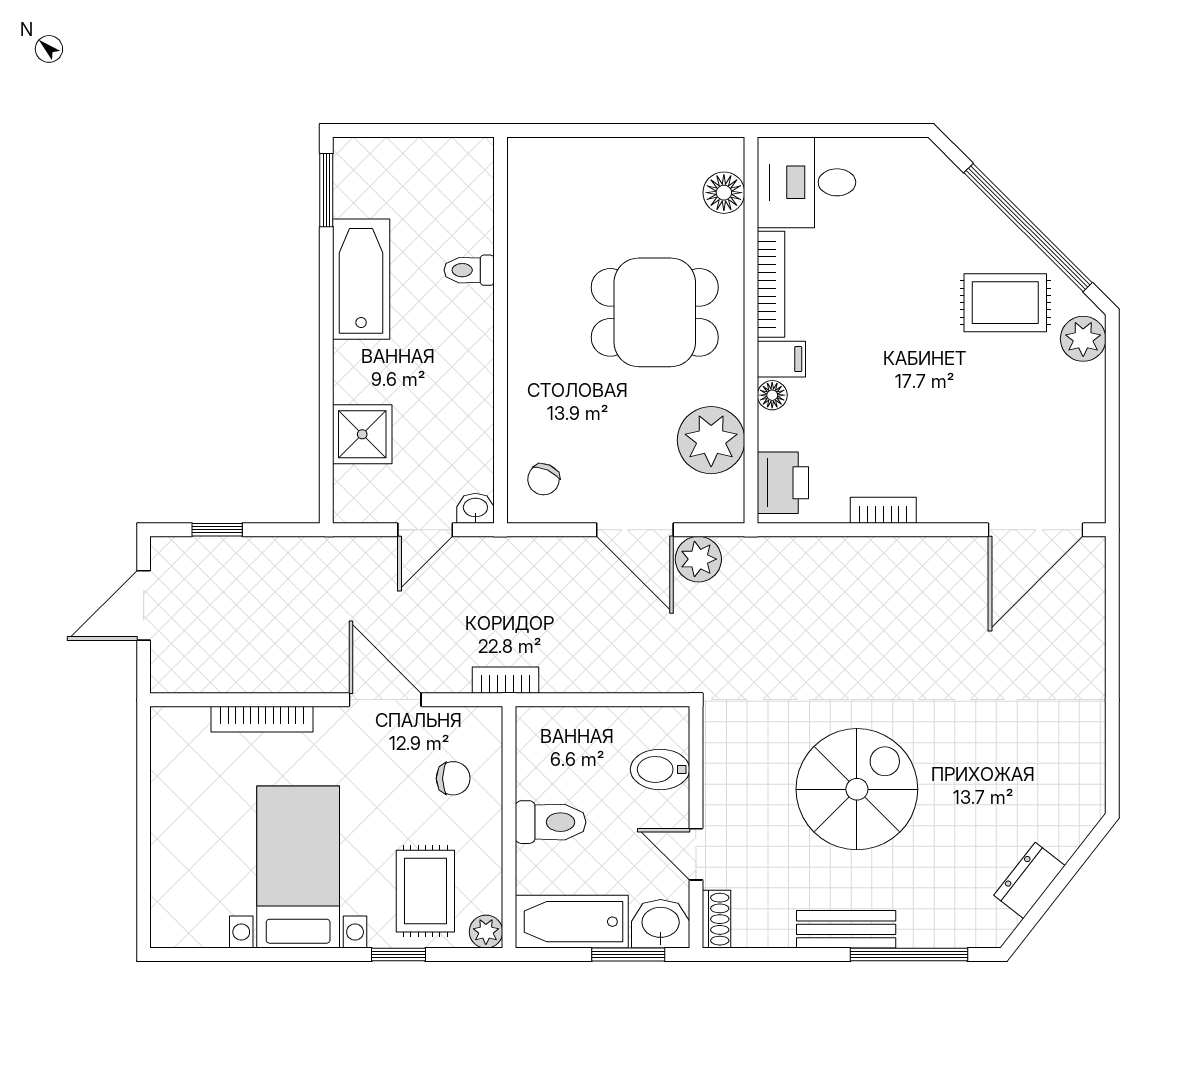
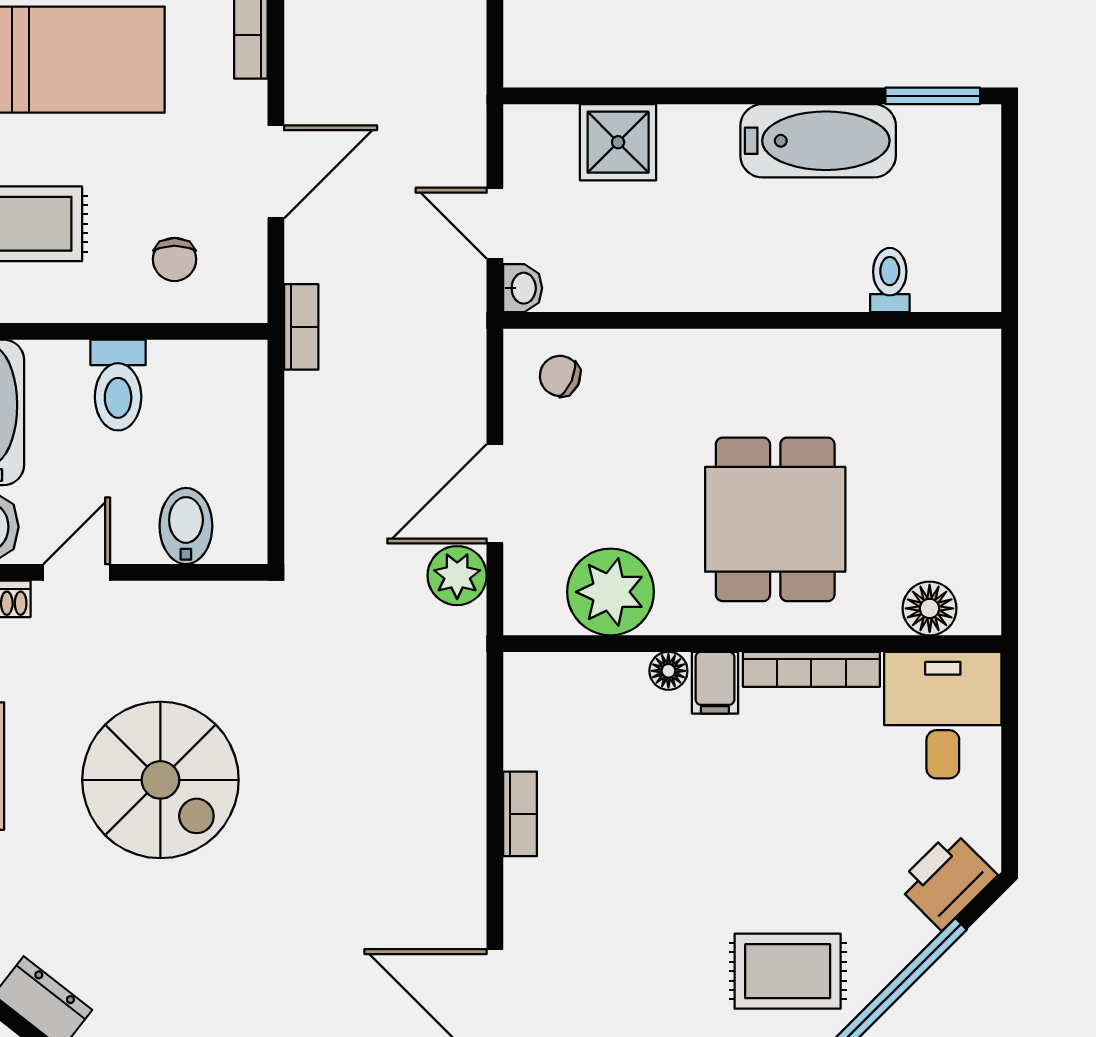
toilet: (469, 270) -> (890, 280), moved
rug: (1005, 303) -> (788, 971), turned 90
printer: (783, 483) -> (947, 880), moved, turned 135

